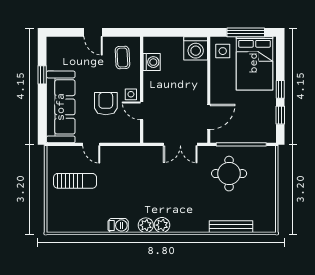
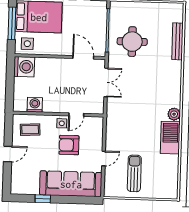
barbecue: (118, 225) -> (170, 138), width x1.88, depth x1.53
plant: (162, 225) -> (174, 100), removed

